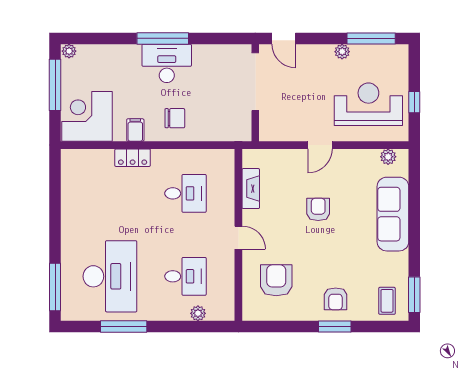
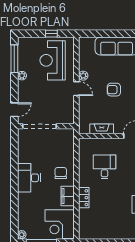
window: (163, 38) -> (14, 180), removed
filing cabinet: (135, 130) -> (68, 196), width x2.00
plant: (388, 157) -> (83, 76), moved

